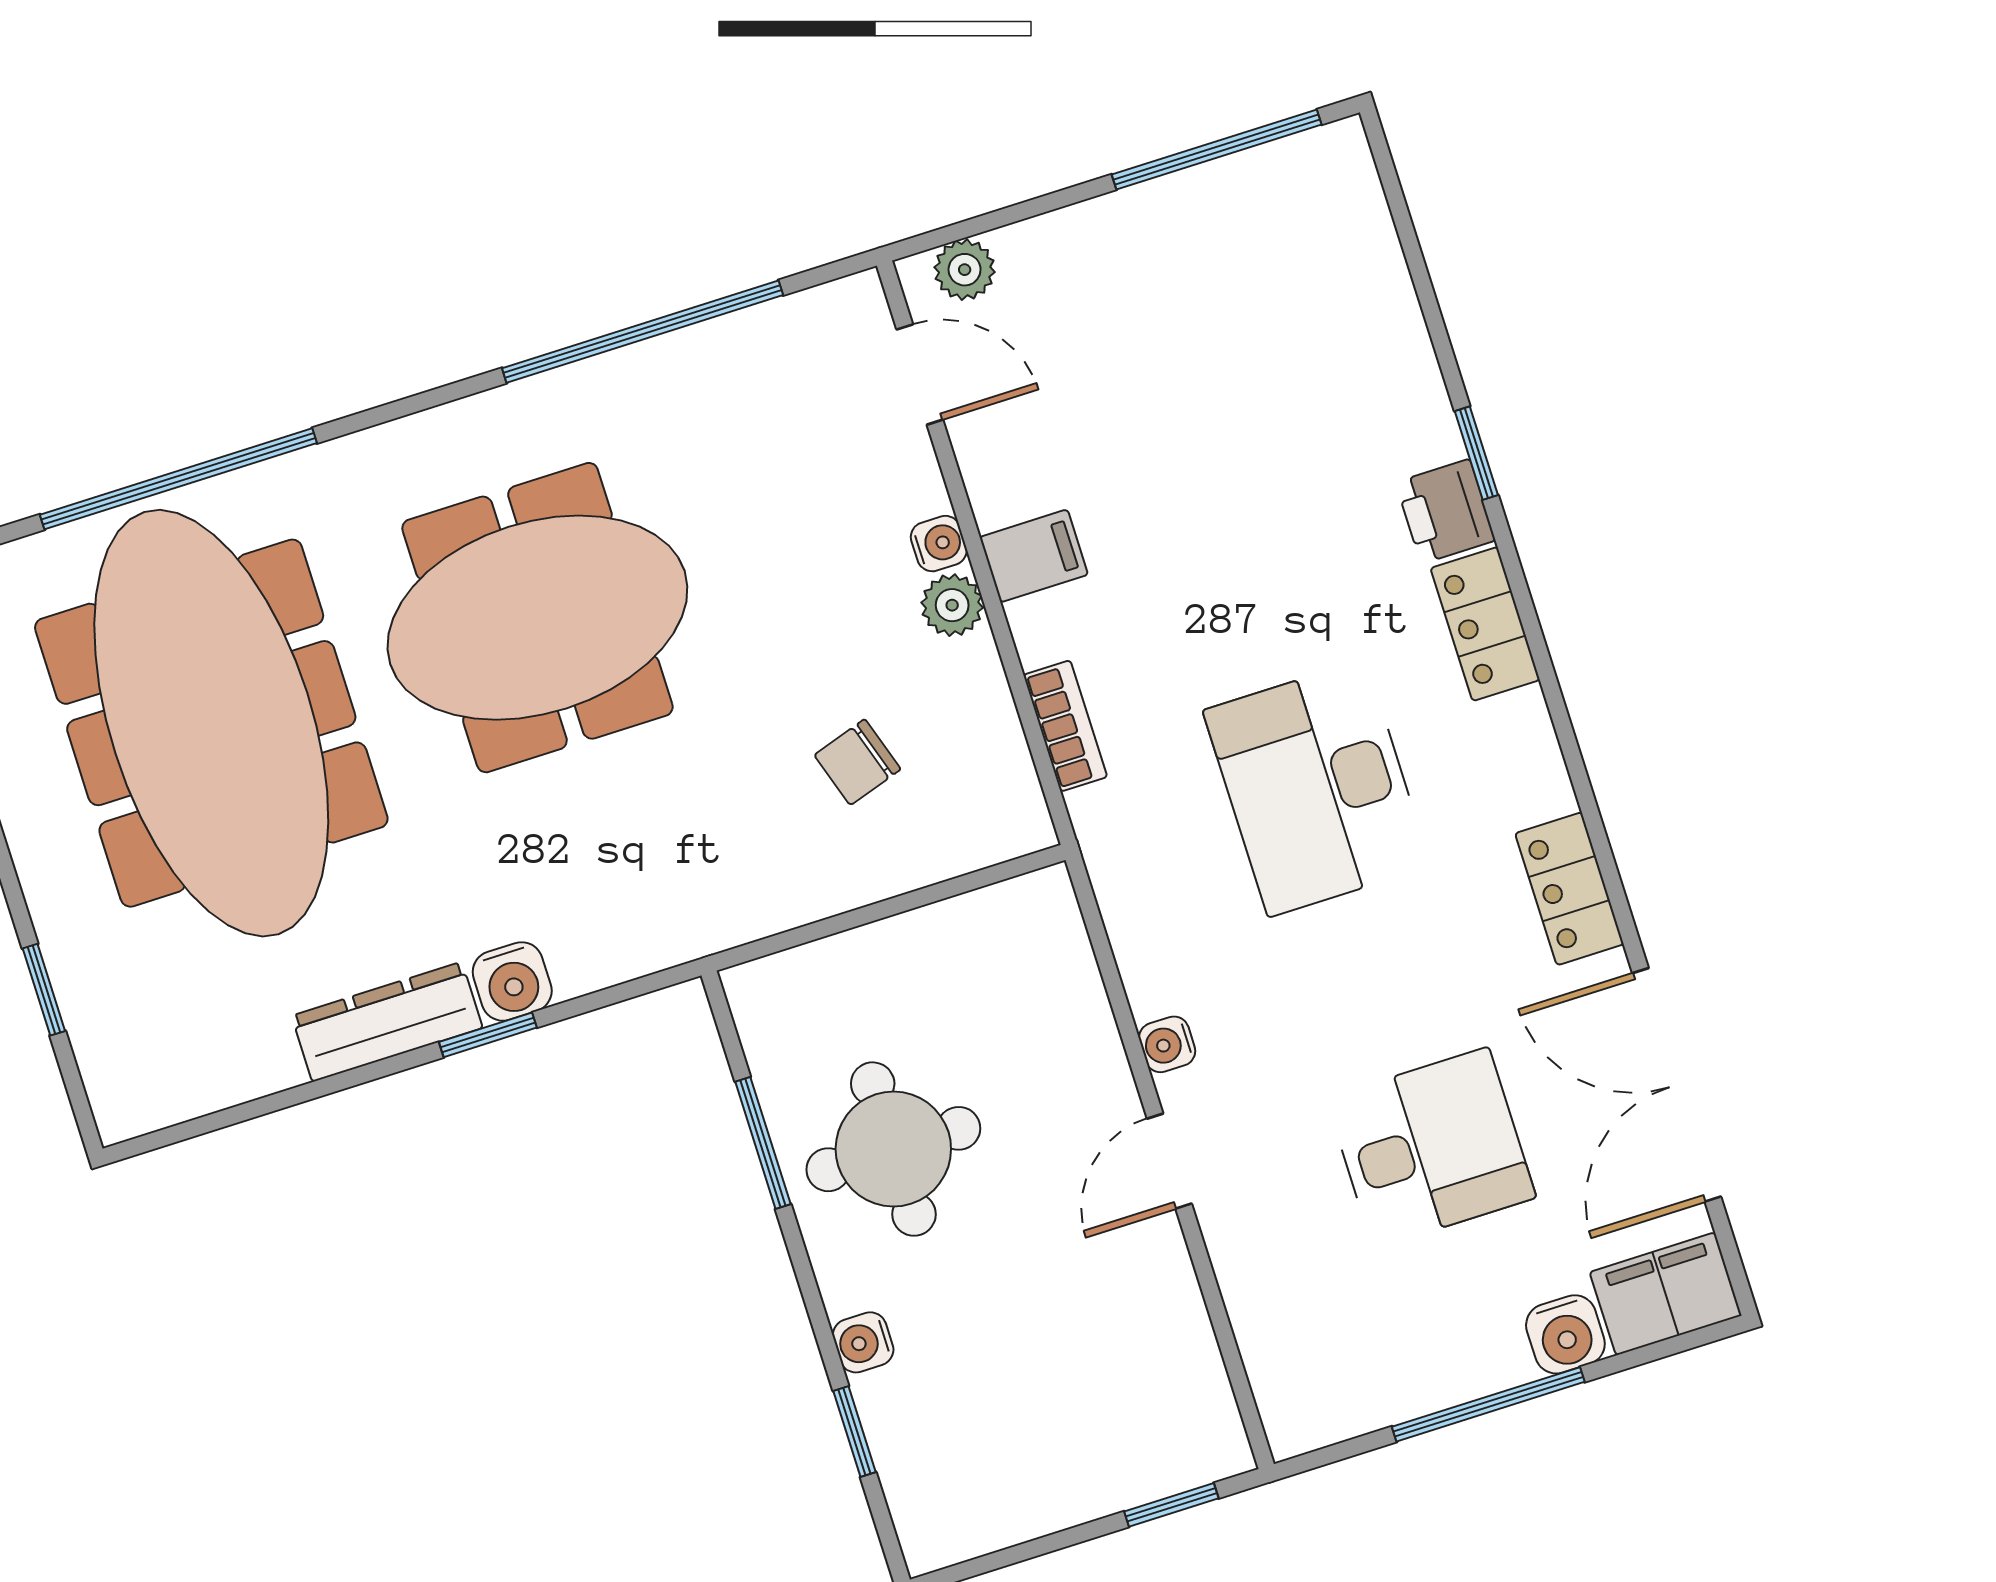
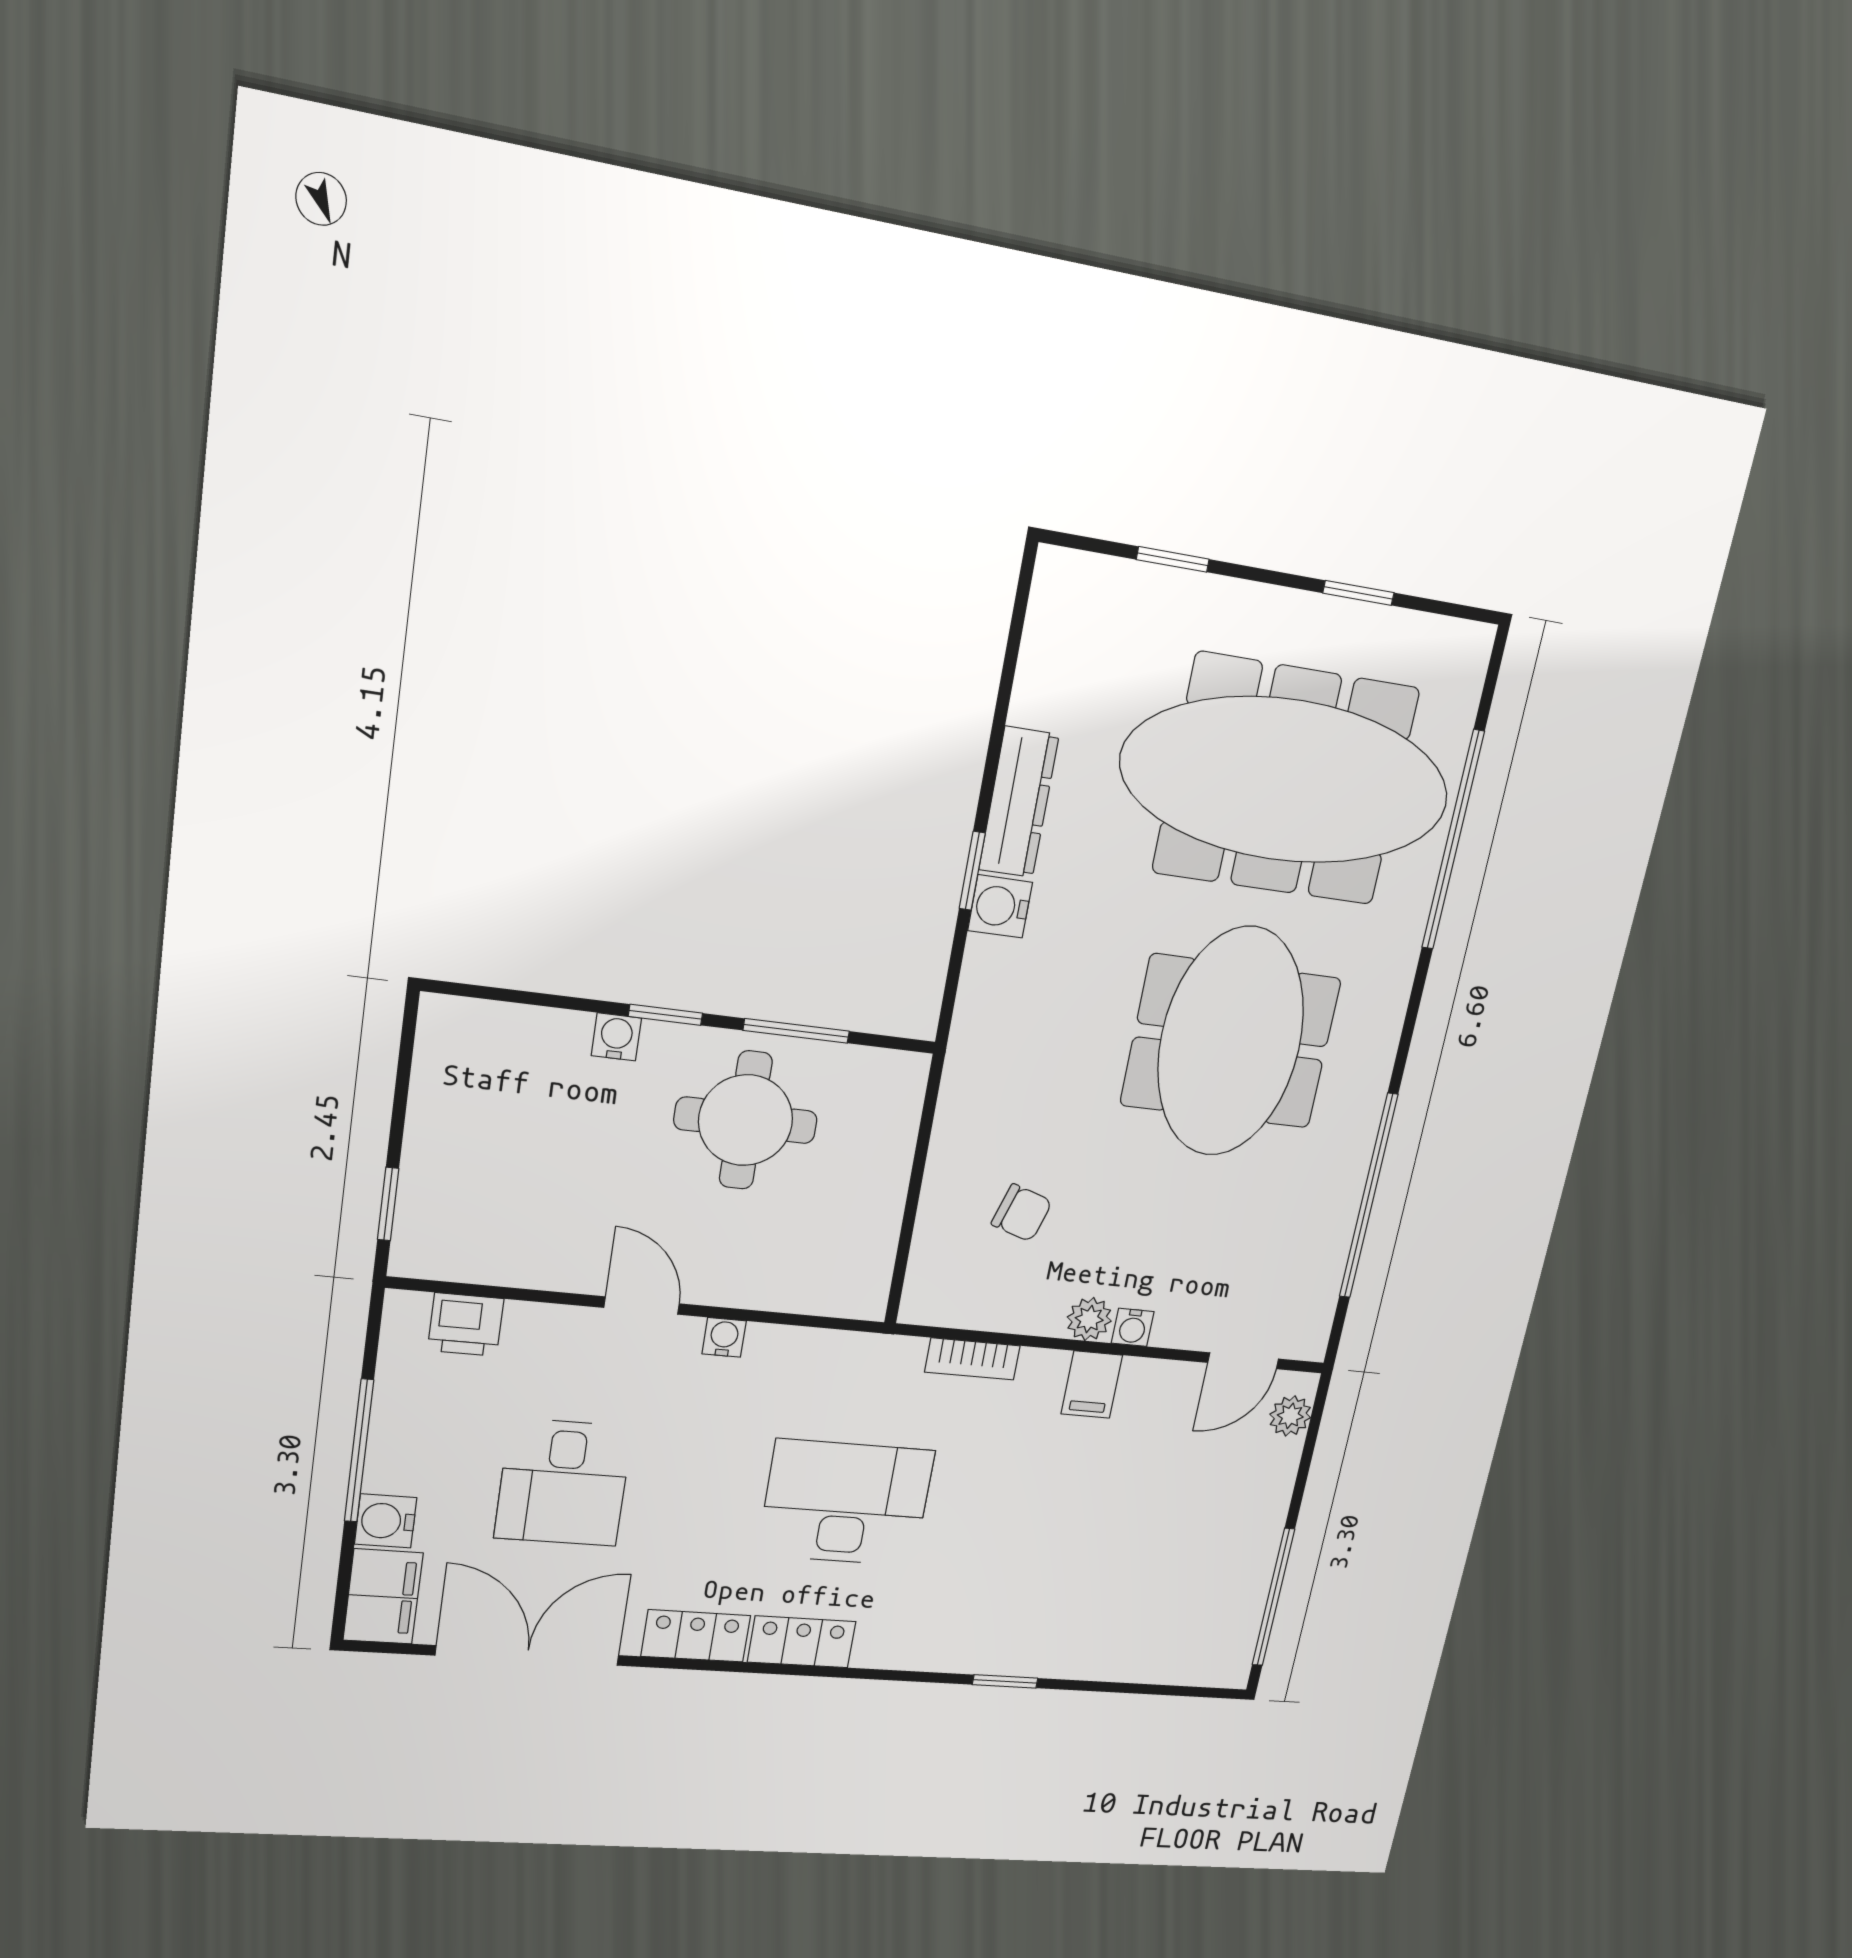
printer: (1445, 511) -> (466, 1325), moved, turned 180
locker: (1485, 624) -> (802, 1642), moved
chair: (857, 762) -> (1022, 1213), turned 126
window: (855, 1432) -> (665, 1015), moved

